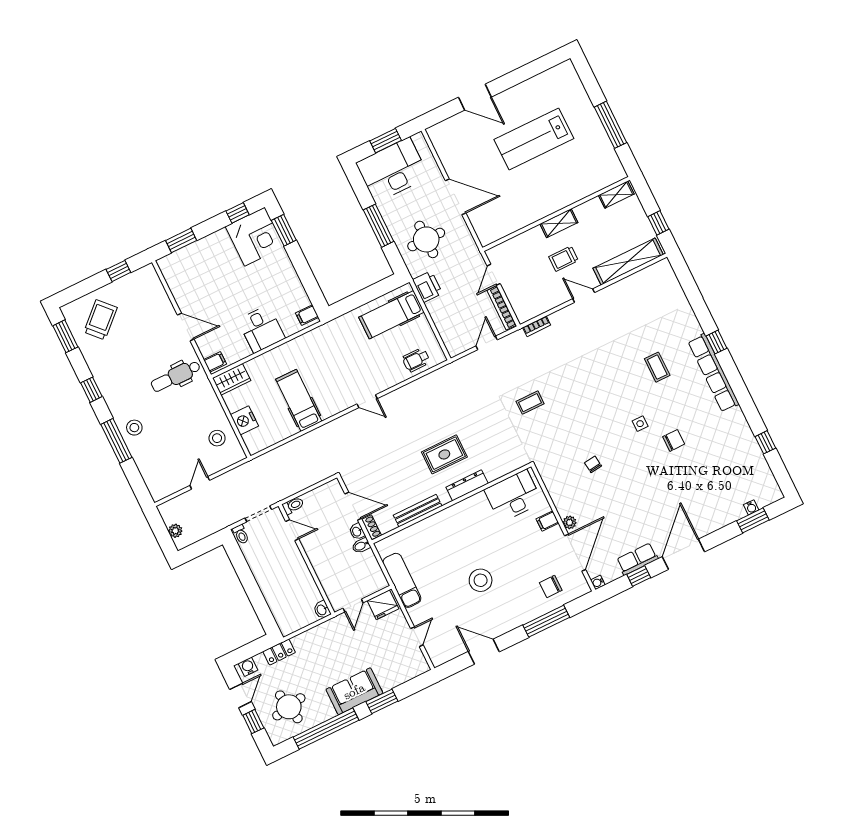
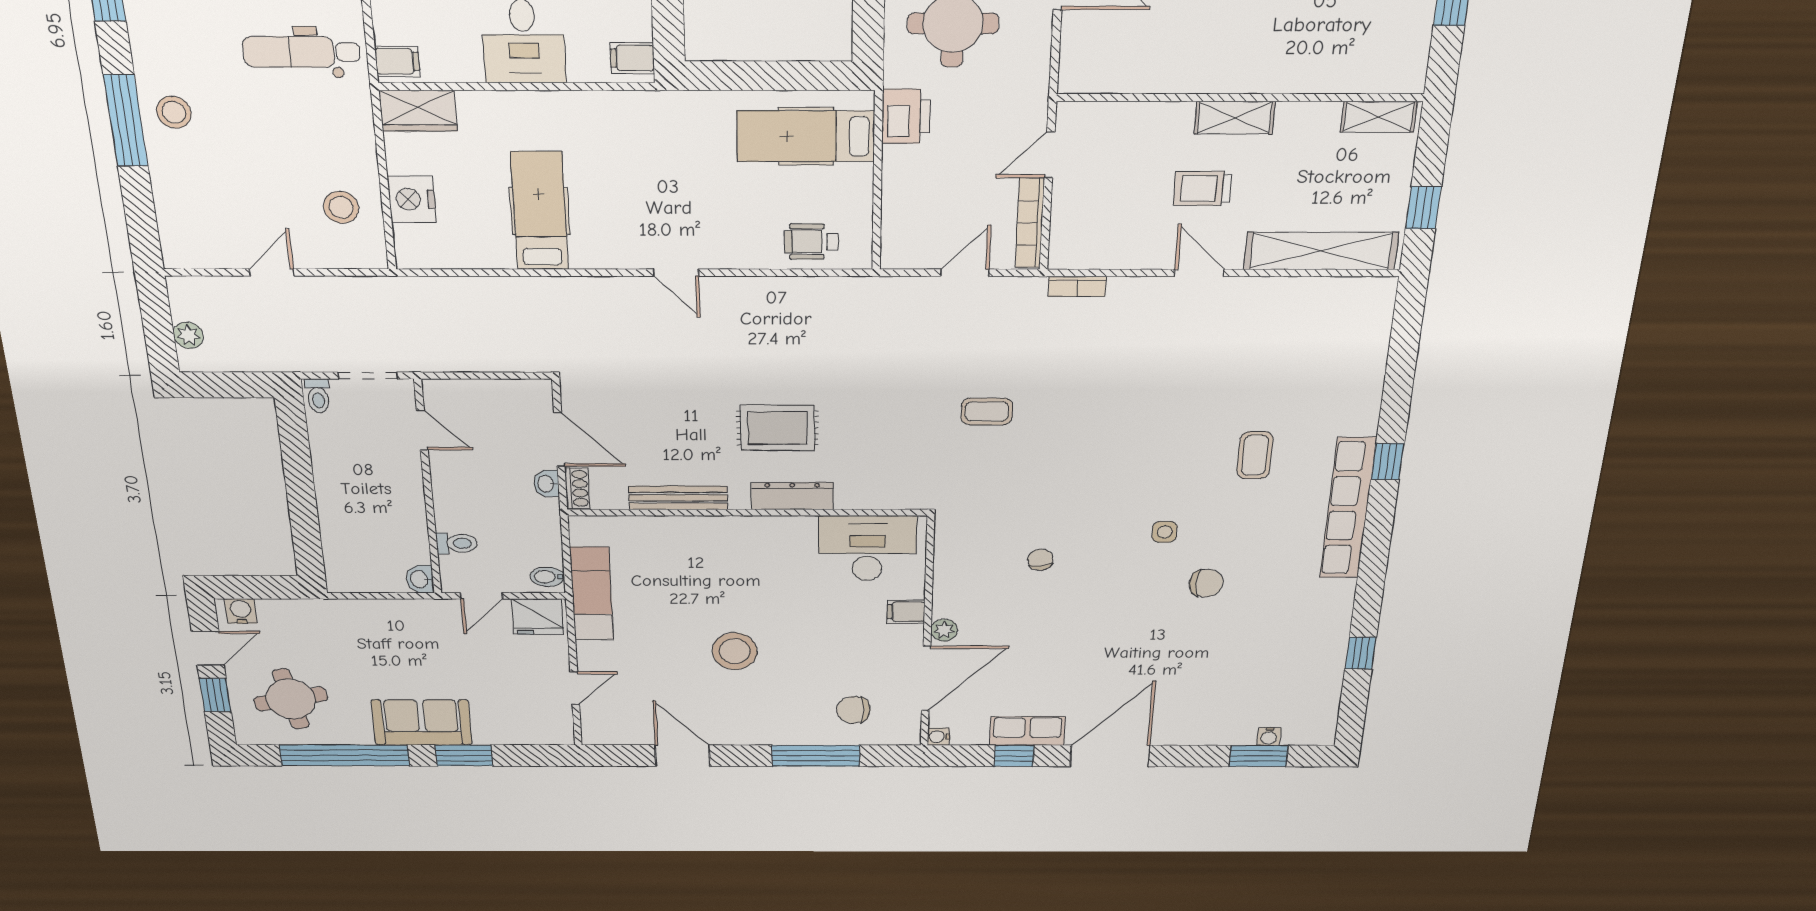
toilet: (293, 506) -> (457, 543), moved
bidet: (361, 546) -> (547, 577), moved
locker: (279, 652) -> (309, 612), removed

